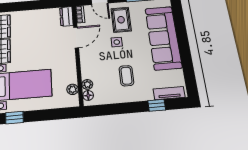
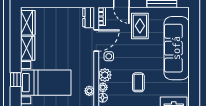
side table: (117, 42) -> (109, 56), moved
plant: (88, 71) -> (105, 75), added

